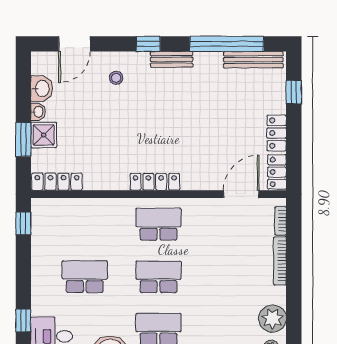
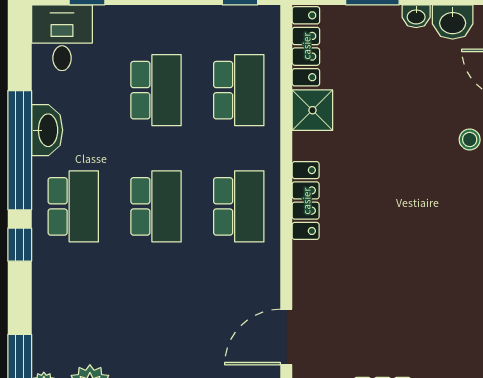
shower: (44, 135) -> (312, 110), moved
door: (241, 194) -> (286, 337), swing flipped
school desk: (85, 224) -> (239, 90), added

